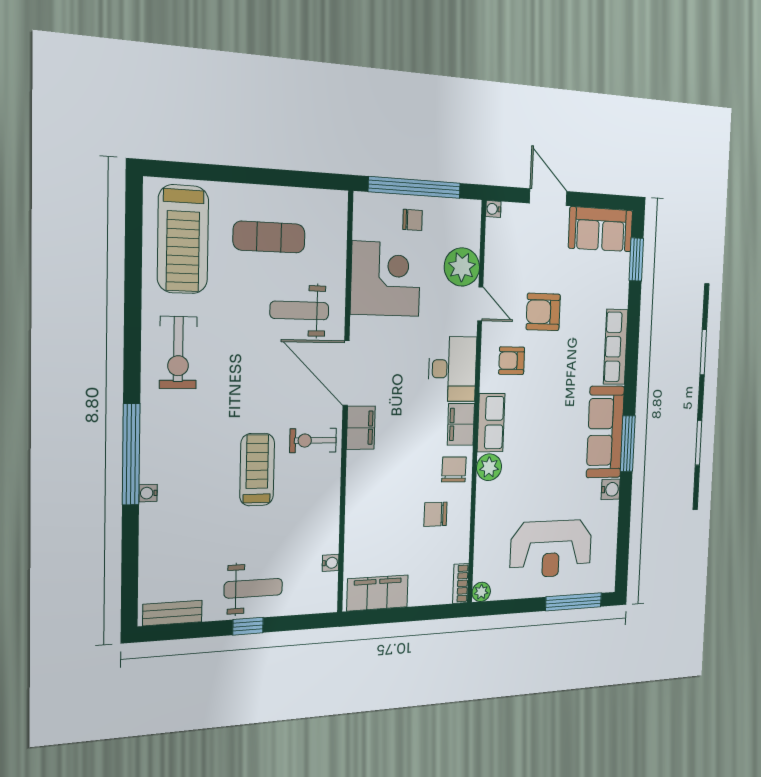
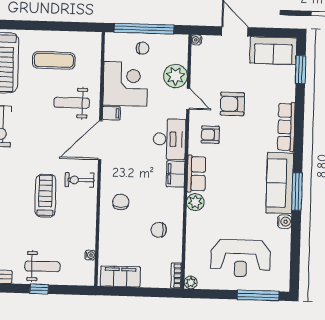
door: (346, 373) -> (100, 140), hinge flipped
filing cabinet: (361, 428) -> (111, 113), moved, width x0.50
chair: (454, 469) -> (121, 202), moved

